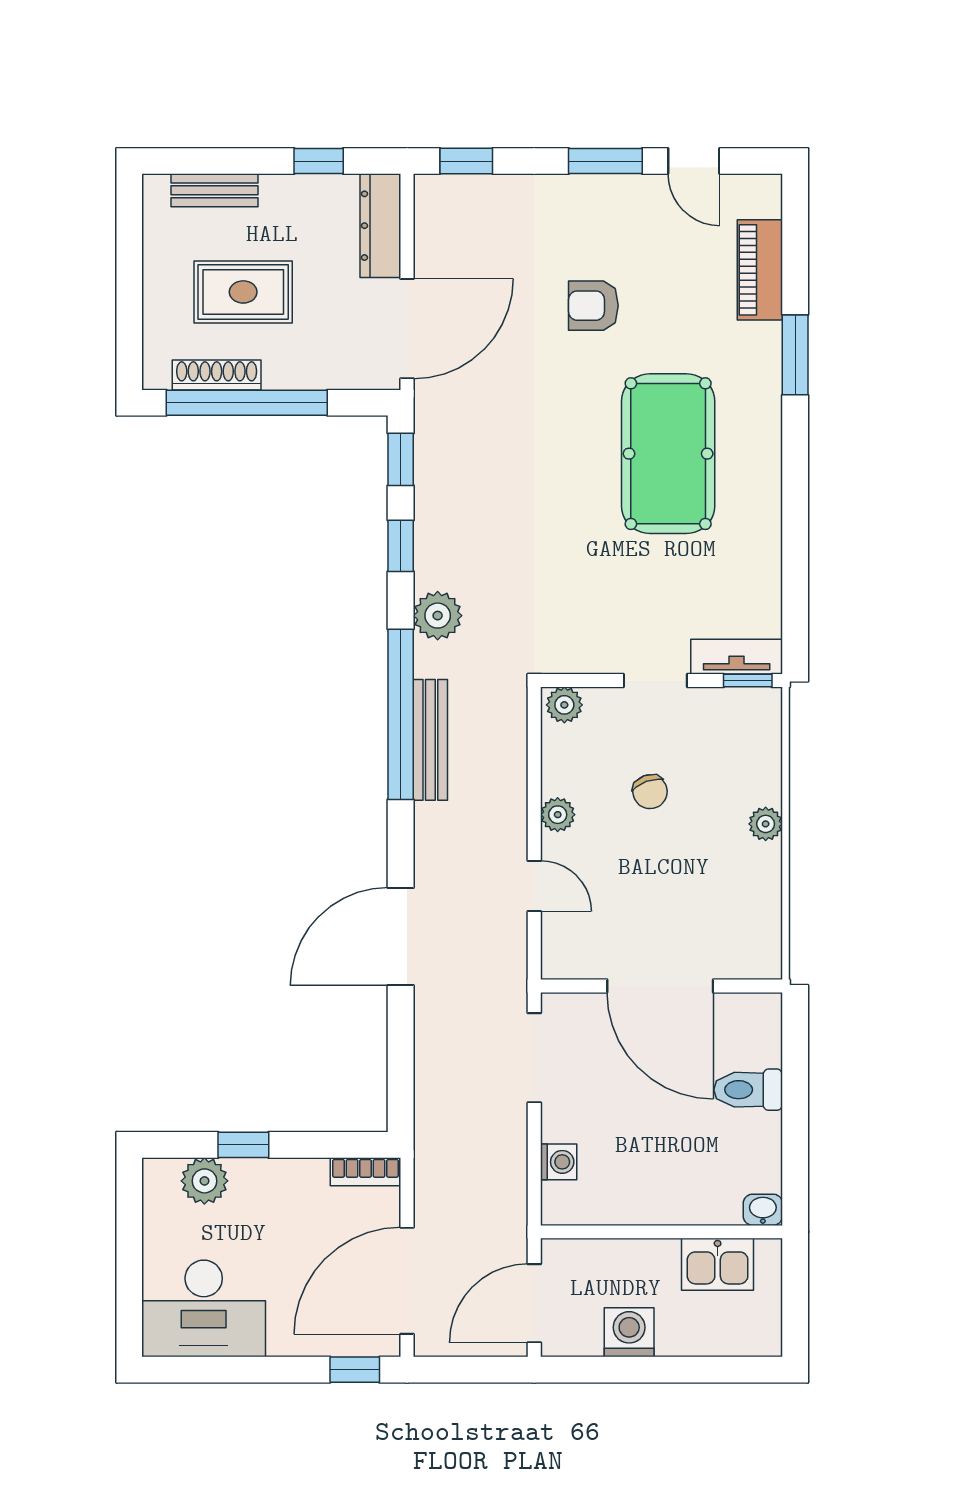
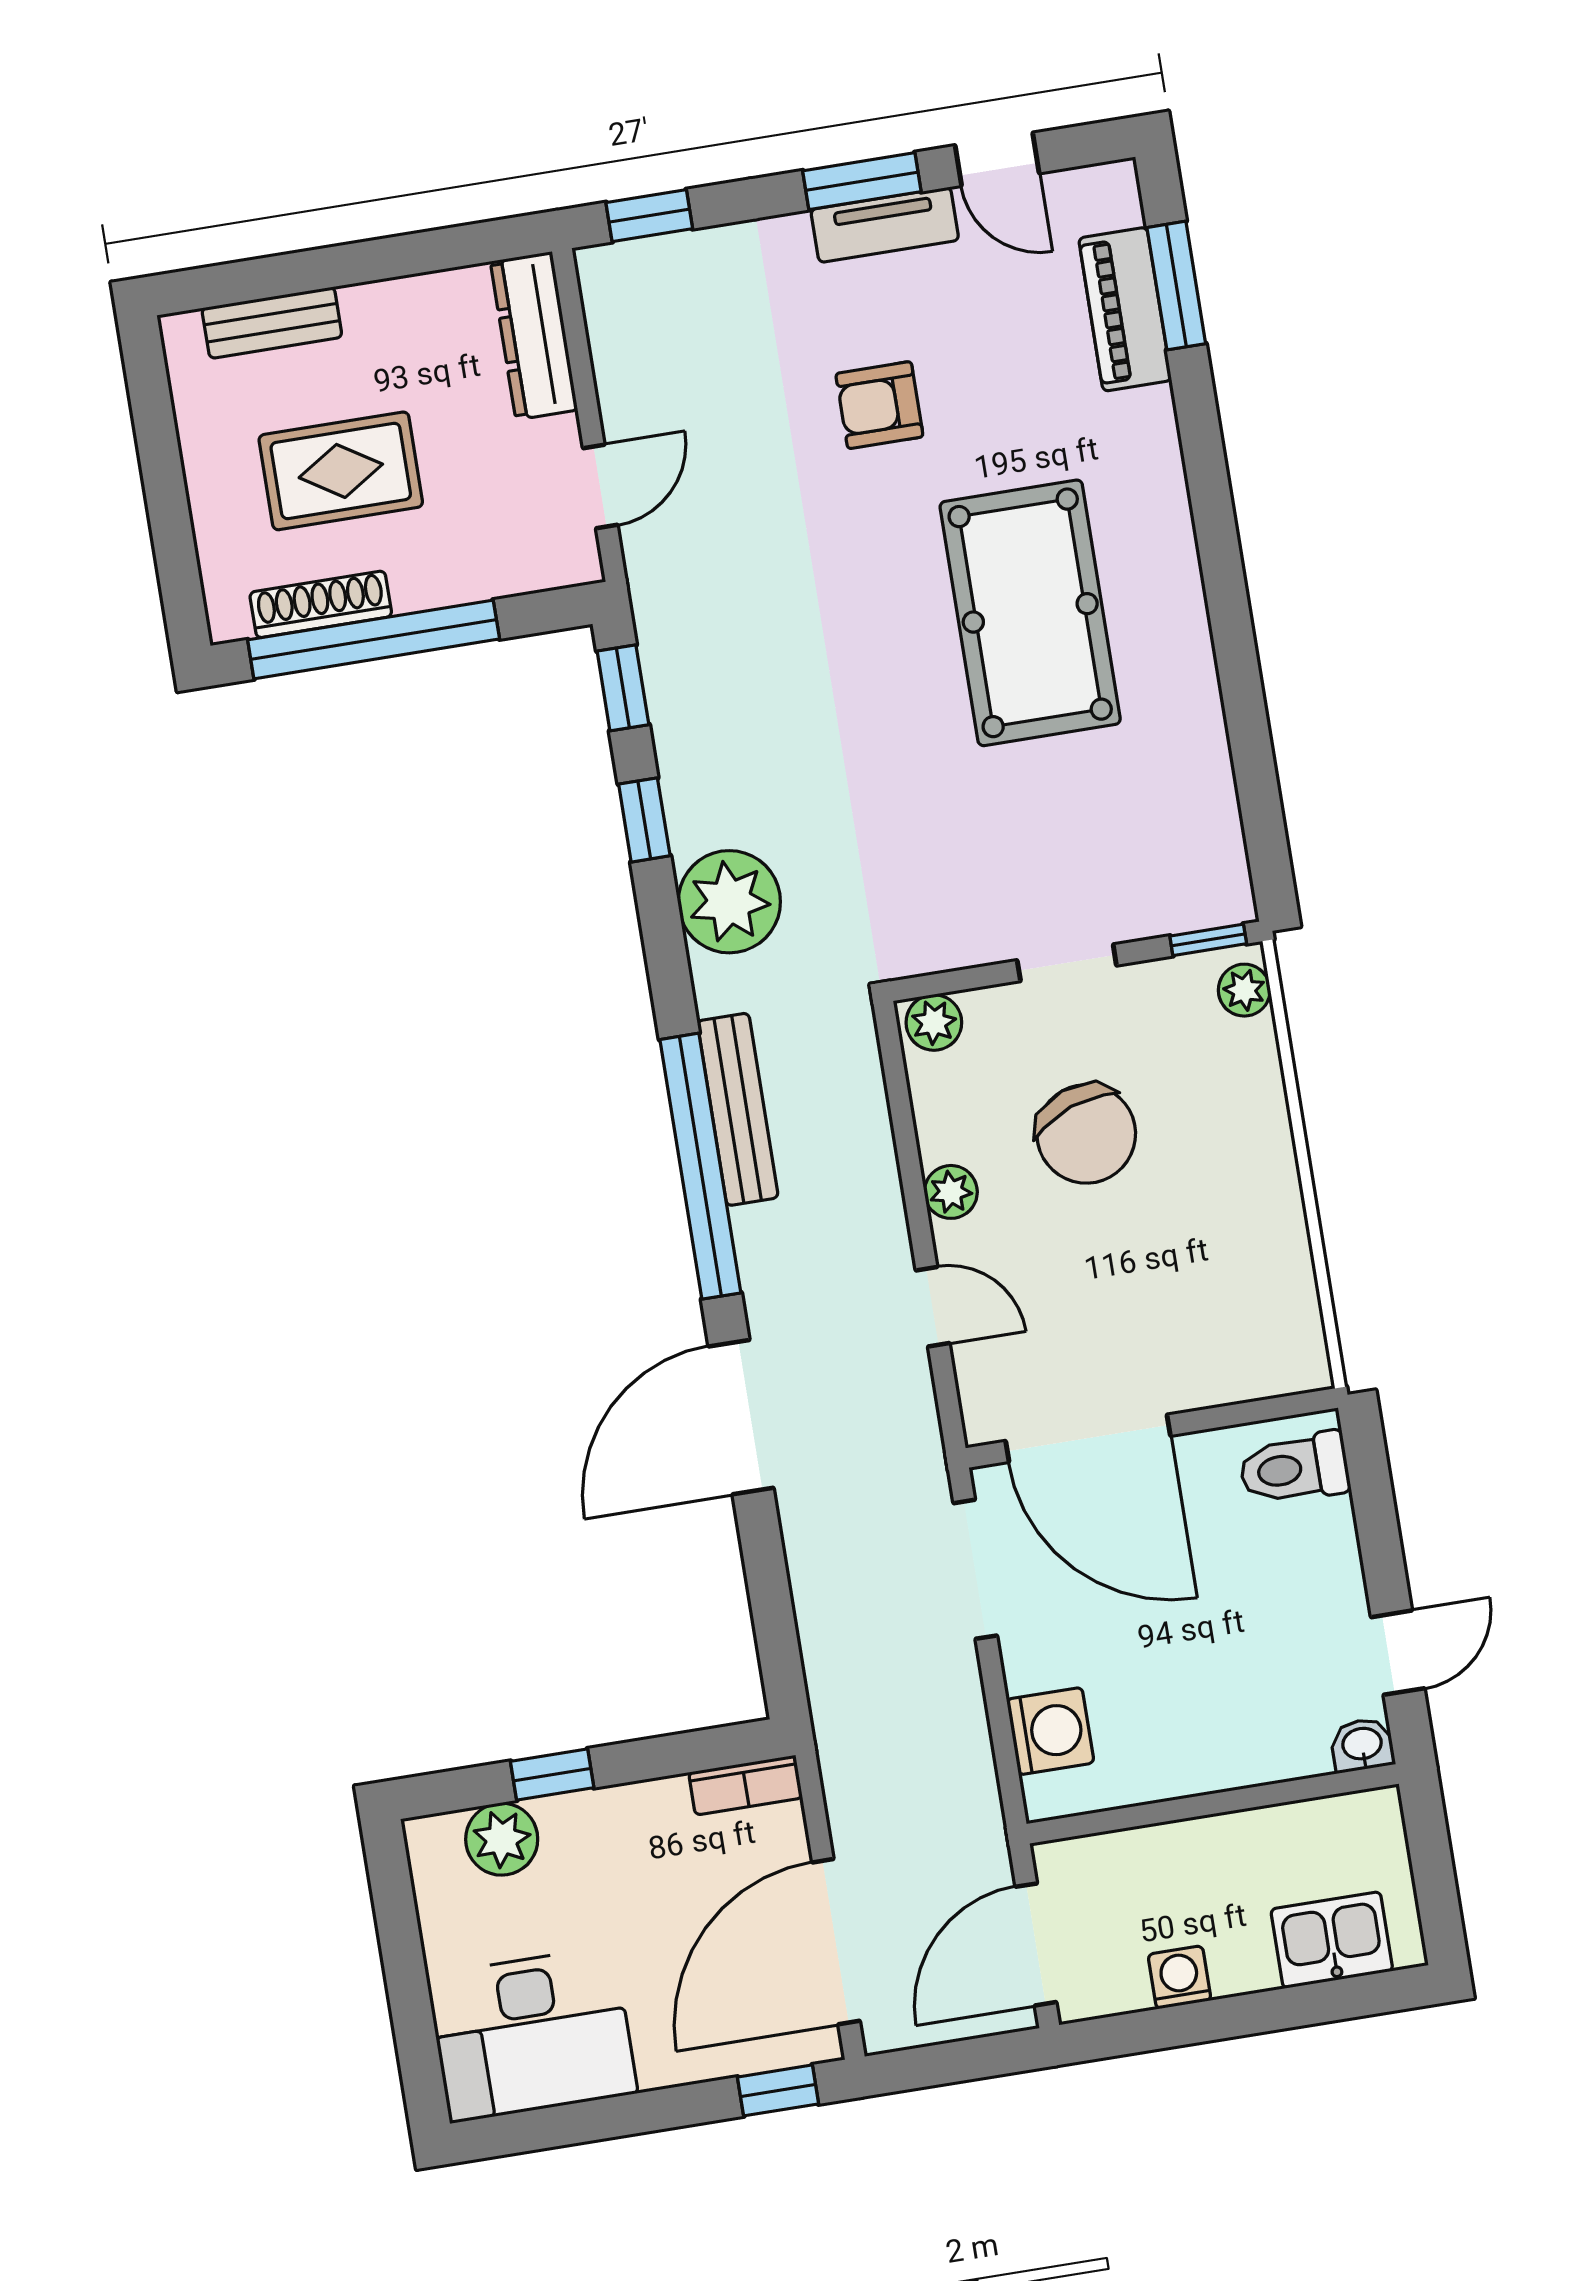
window: (319, 161) -> (424, 252), removed
door: (407, 329) -> (600, 486), width x0.53
window: (795, 355) -> (1176, 286), moved
plant: (438, 616) -> (729, 902), width x1.36, depth x1.36
tv unit: (737, 657) -> (885, 225), moved, turned 180
window: (401, 714) -> (700, 1166), moved
chair: (650, 792) -> (1086, 1134), width x1.87, depth x1.87
plant: (766, 824) -> (1244, 990), moved
door: (660, 986) -> (1088, 1438), moved
toilet: (748, 1090) -> (1294, 1468), moved
door: (795, 1155) -> (1398, 1653), added
washing machine: (559, 1162) -> (1050, 1731), width x1.38, depth x1.38
kitchen sink: (718, 1264) -> (1332, 1940), moved, turned 180
washing machine: (629, 1332) -> (1179, 1977), width x0.73, depth x0.73

